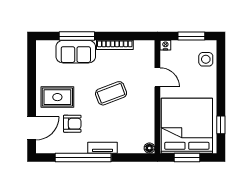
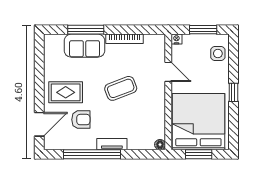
window: (221, 125) -> (233, 92), moved

